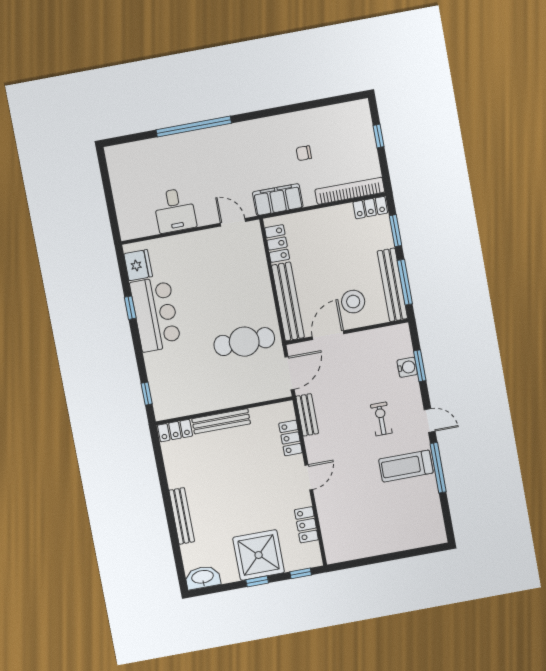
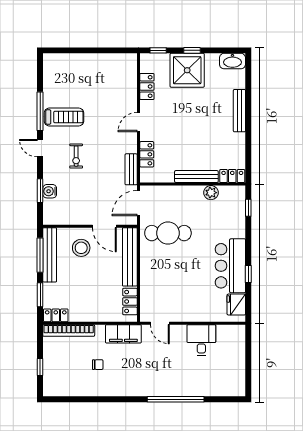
door: (328, 335) -> (104, 226), hinge flipped
plant: (198, 404) -> (211, 193), added

